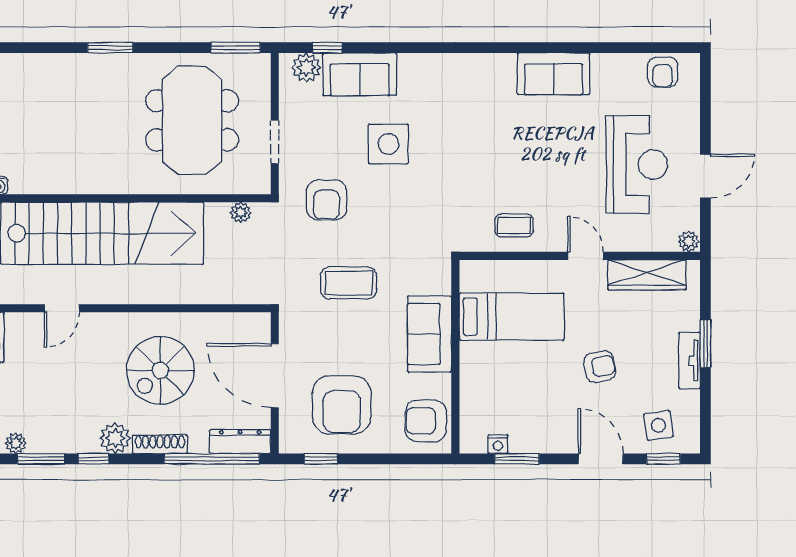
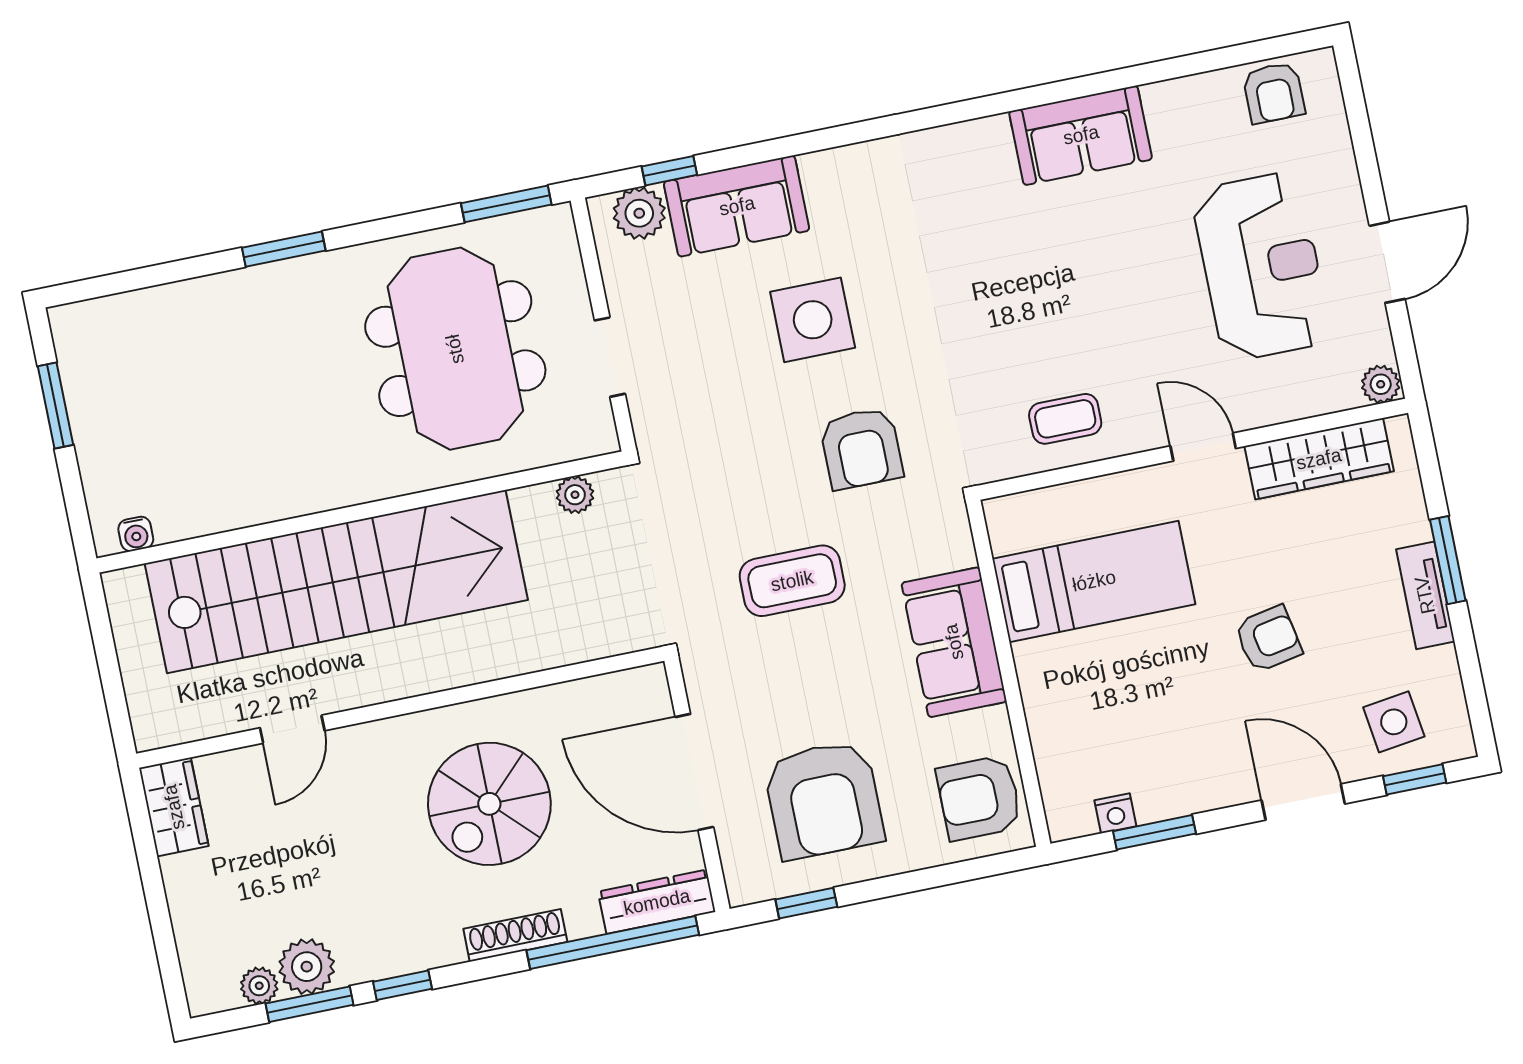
armchair: (327, 200) -> (861, 448), moved
plant: (115, 438) -> (307, 967), moved

